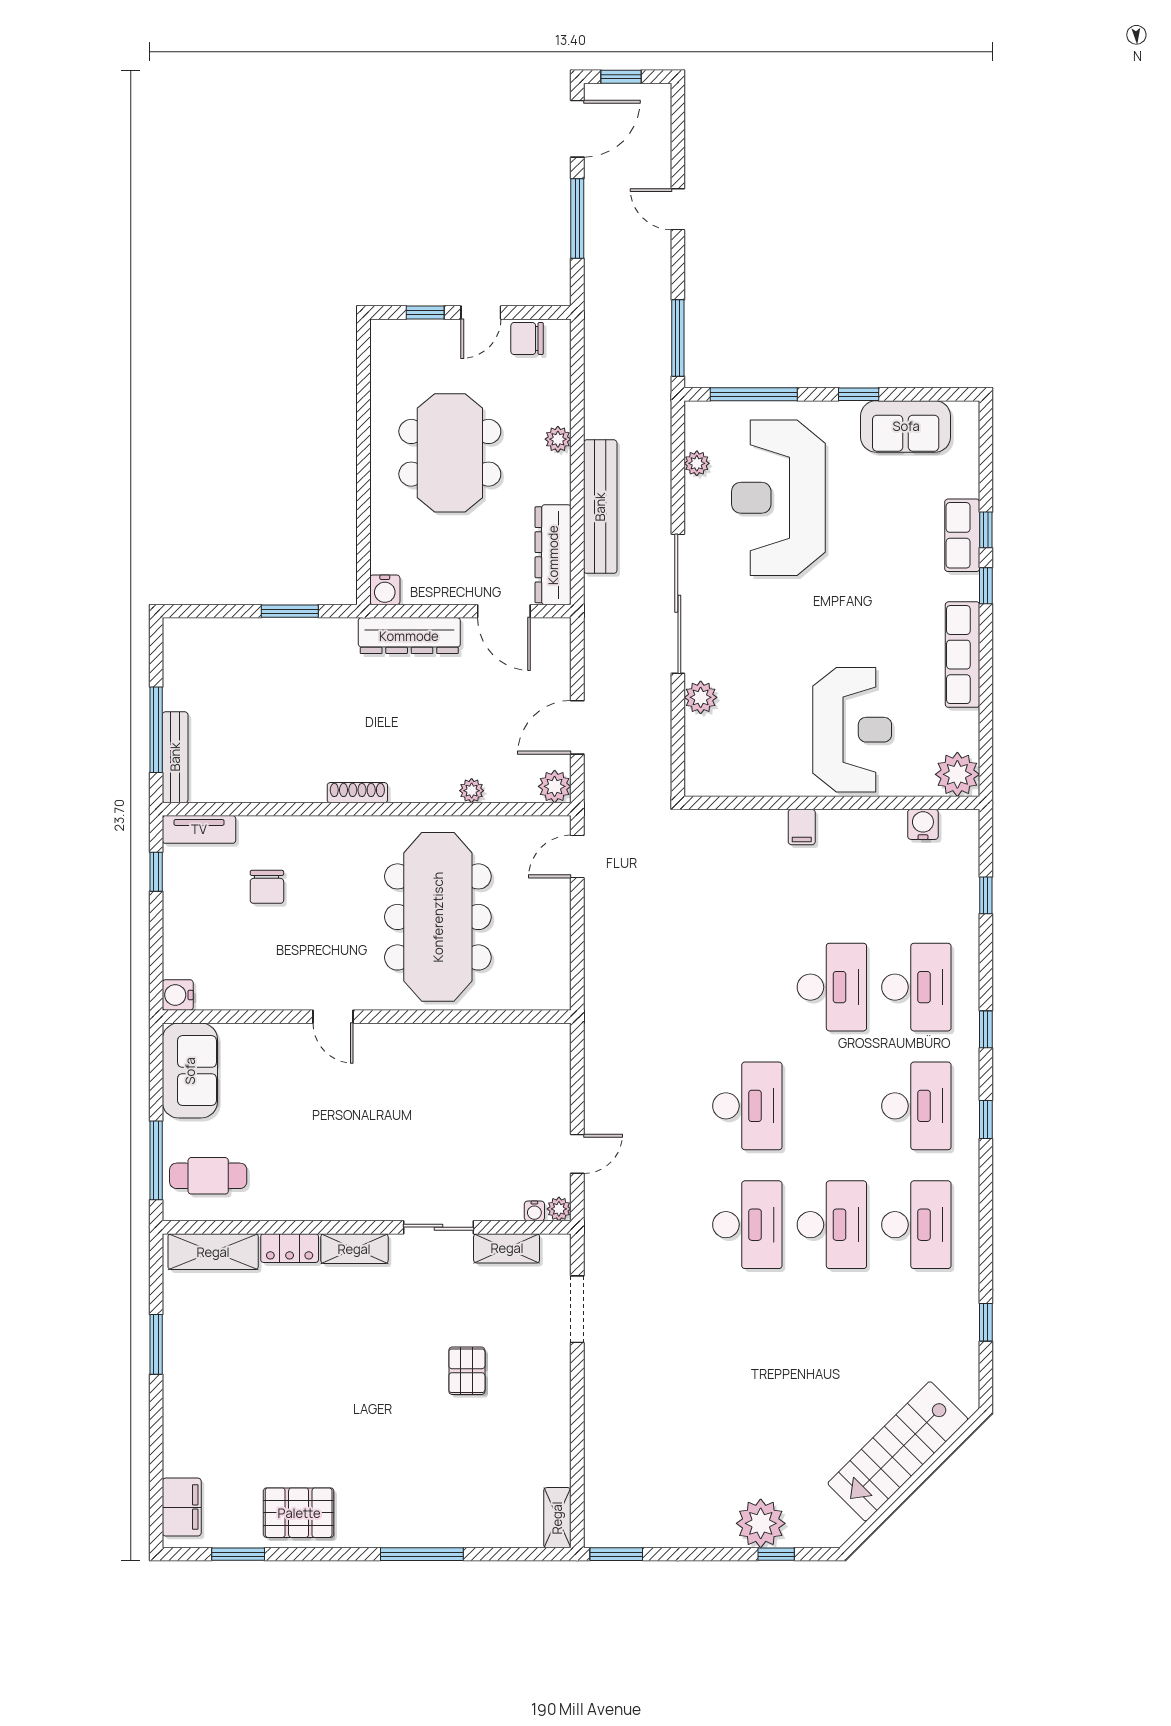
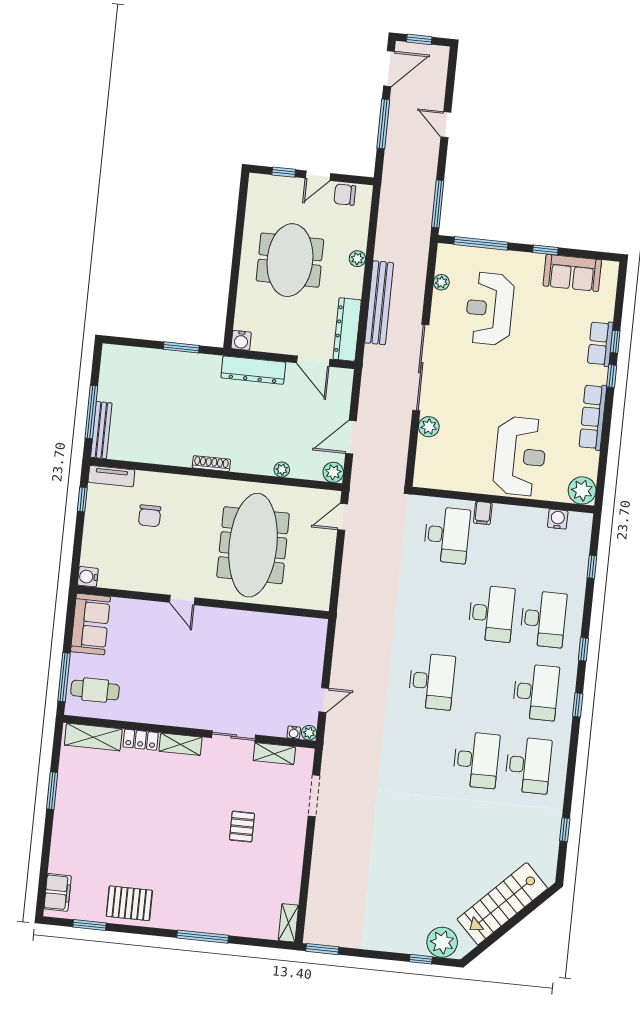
reception desk: (778, 498) -> (489, 309), width x0.74, depth x0.77
desk: (747, 1225) -> (447, 535), moved
plant: (761, 1523) -> (442, 942), moved

